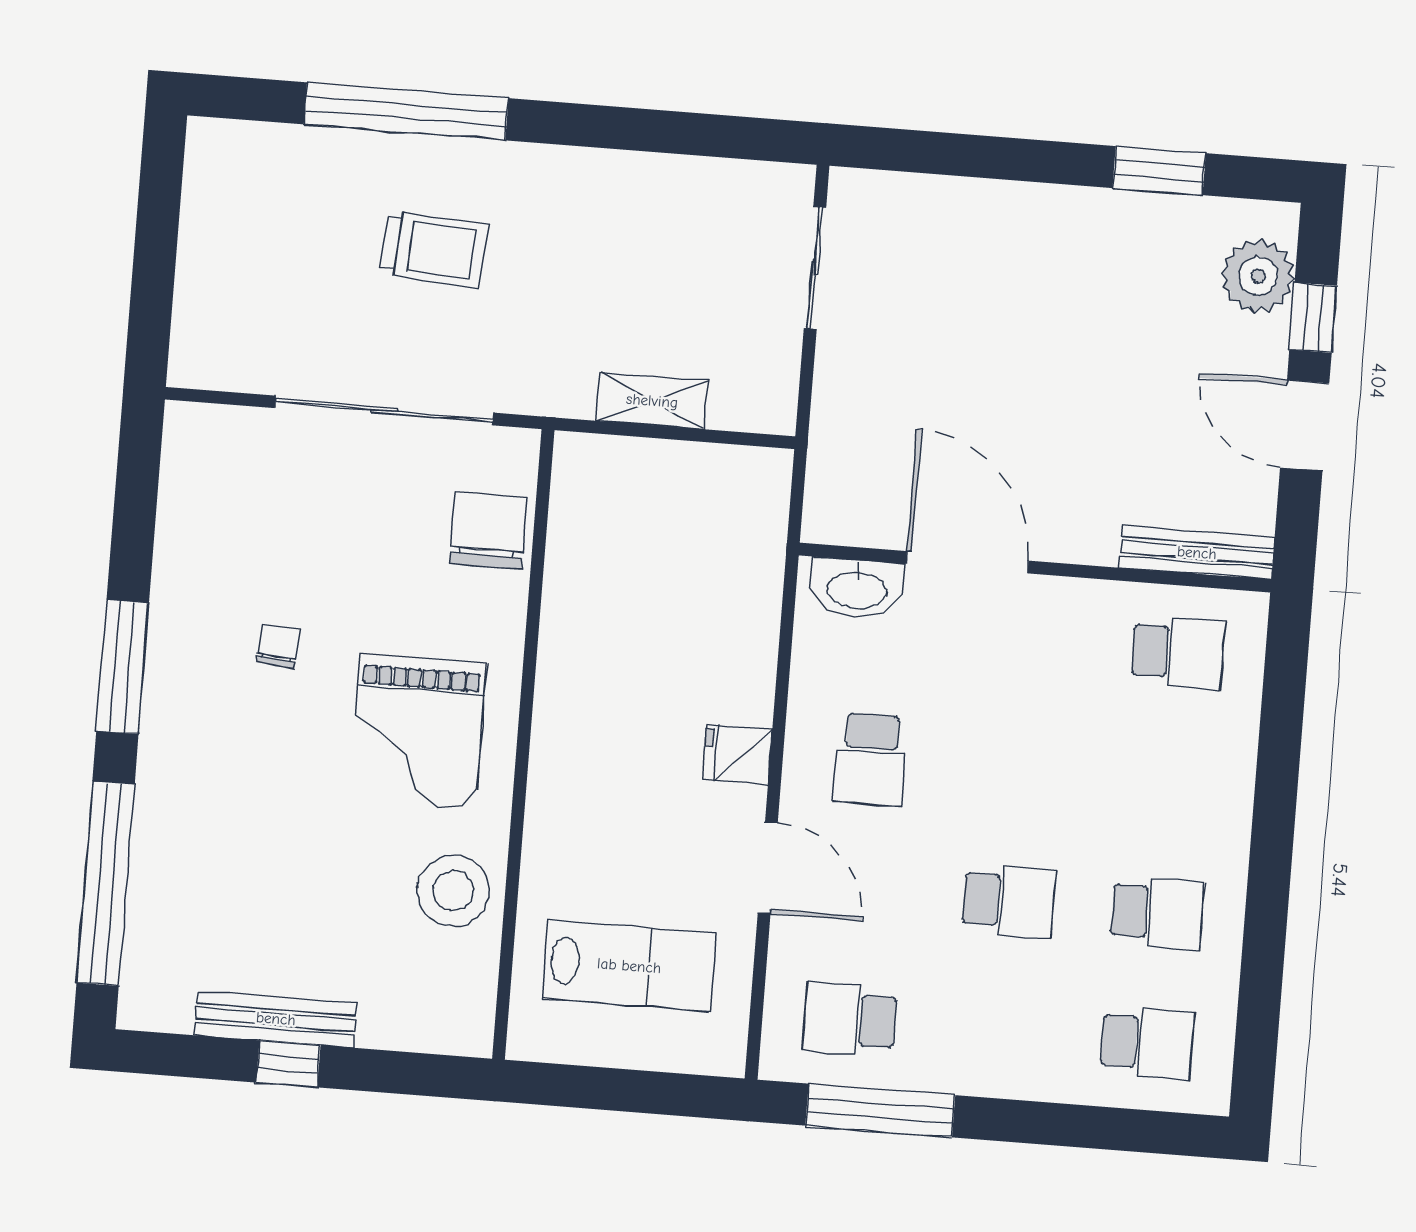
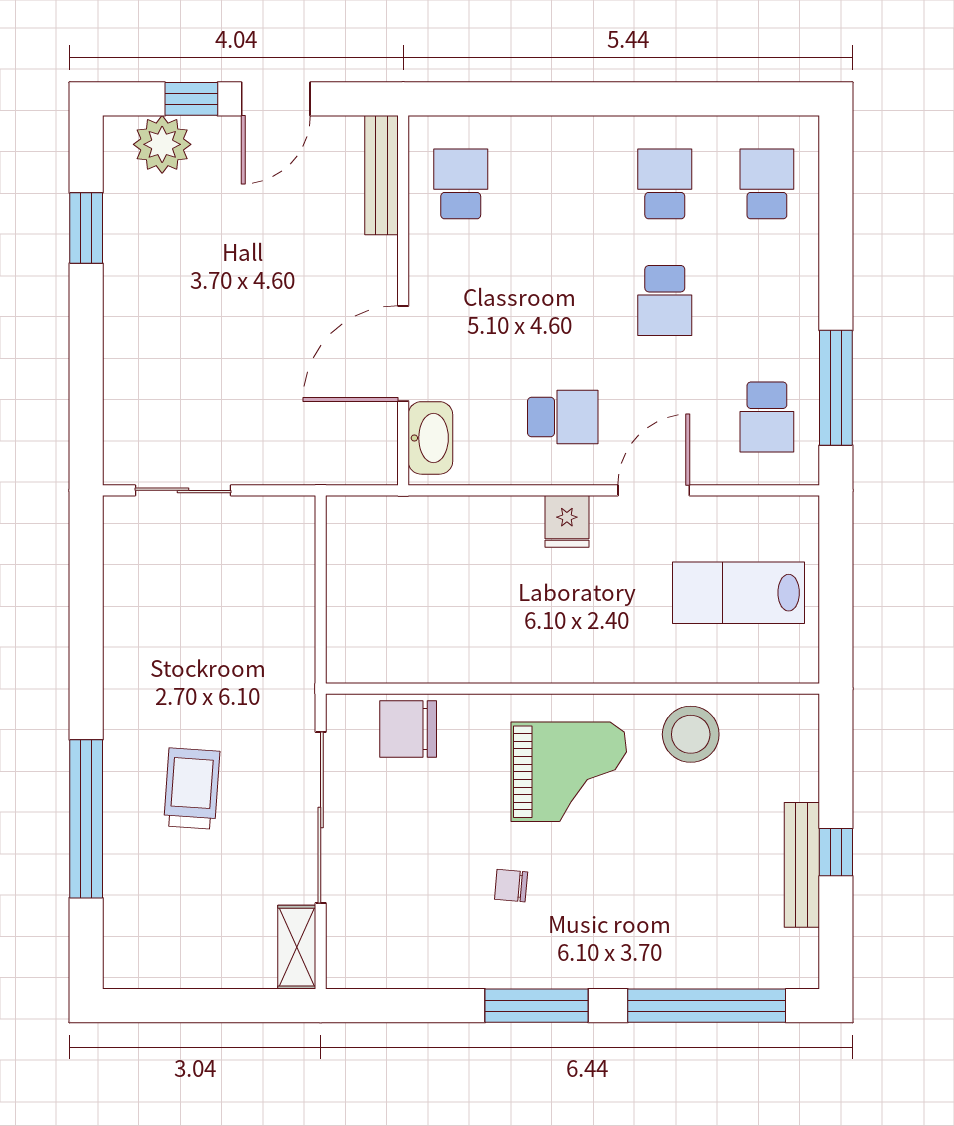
shelving: (652, 401) -> (297, 947), moved
school desk: (1009, 901) -> (665, 300), turned 180
lab bench: (629, 966) -> (739, 593), turned -90

